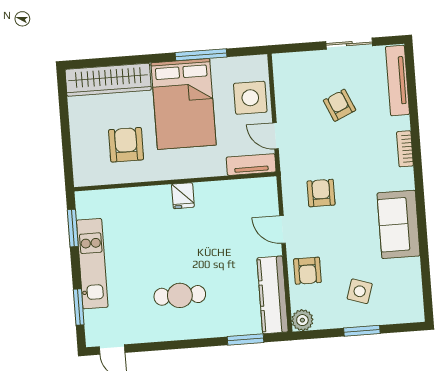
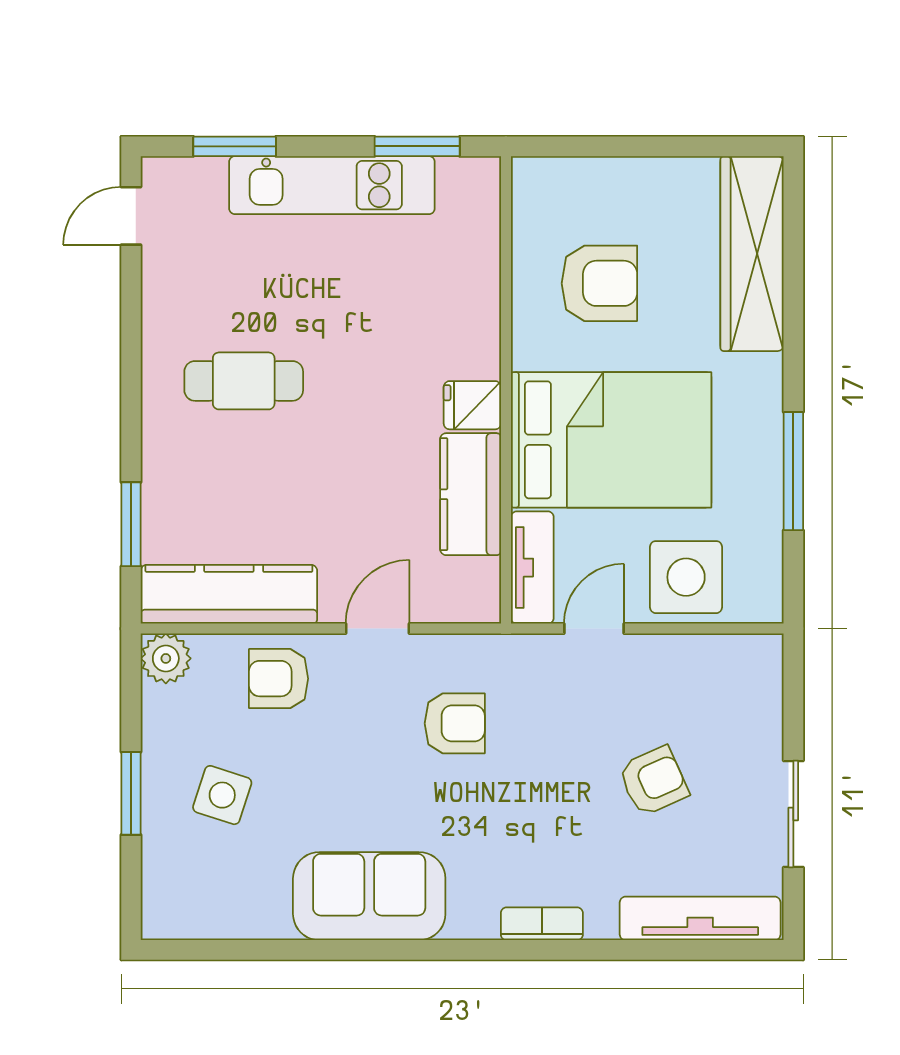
bed: (184, 104) -> (611, 440), moved, turned 180
kitchen counter: (221, 194) -> (471, 494), added
cafe table: (180, 295) -> (244, 381), turned 90

